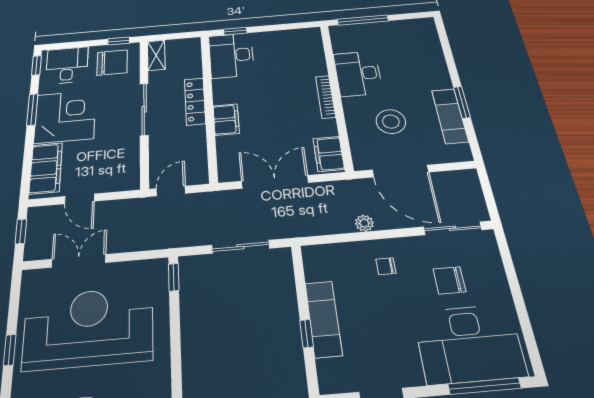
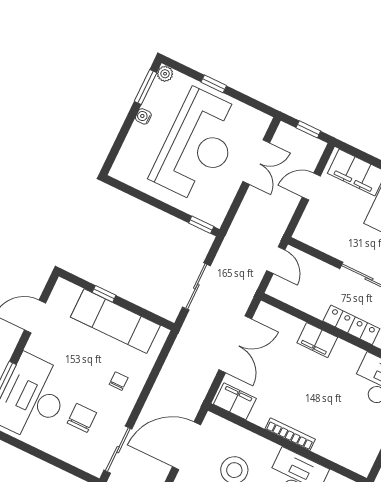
plant: (364, 223) -> (160, 389), removed
exam couch: (323, 319) -> (115, 321), width x1.36, depth x1.45

